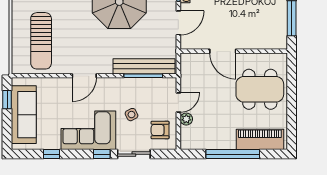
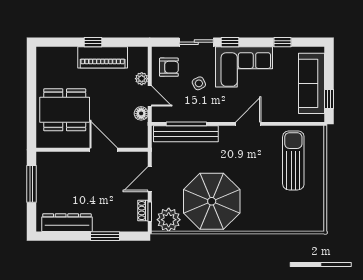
floor lamp: (187, 86) -> (141, 113), added
door: (178, 102) -> (150, 96), swing flipped
piano: (260, 139) -> (103, 57), moved
window: (233, 154) -> (93, 42), width x0.32

